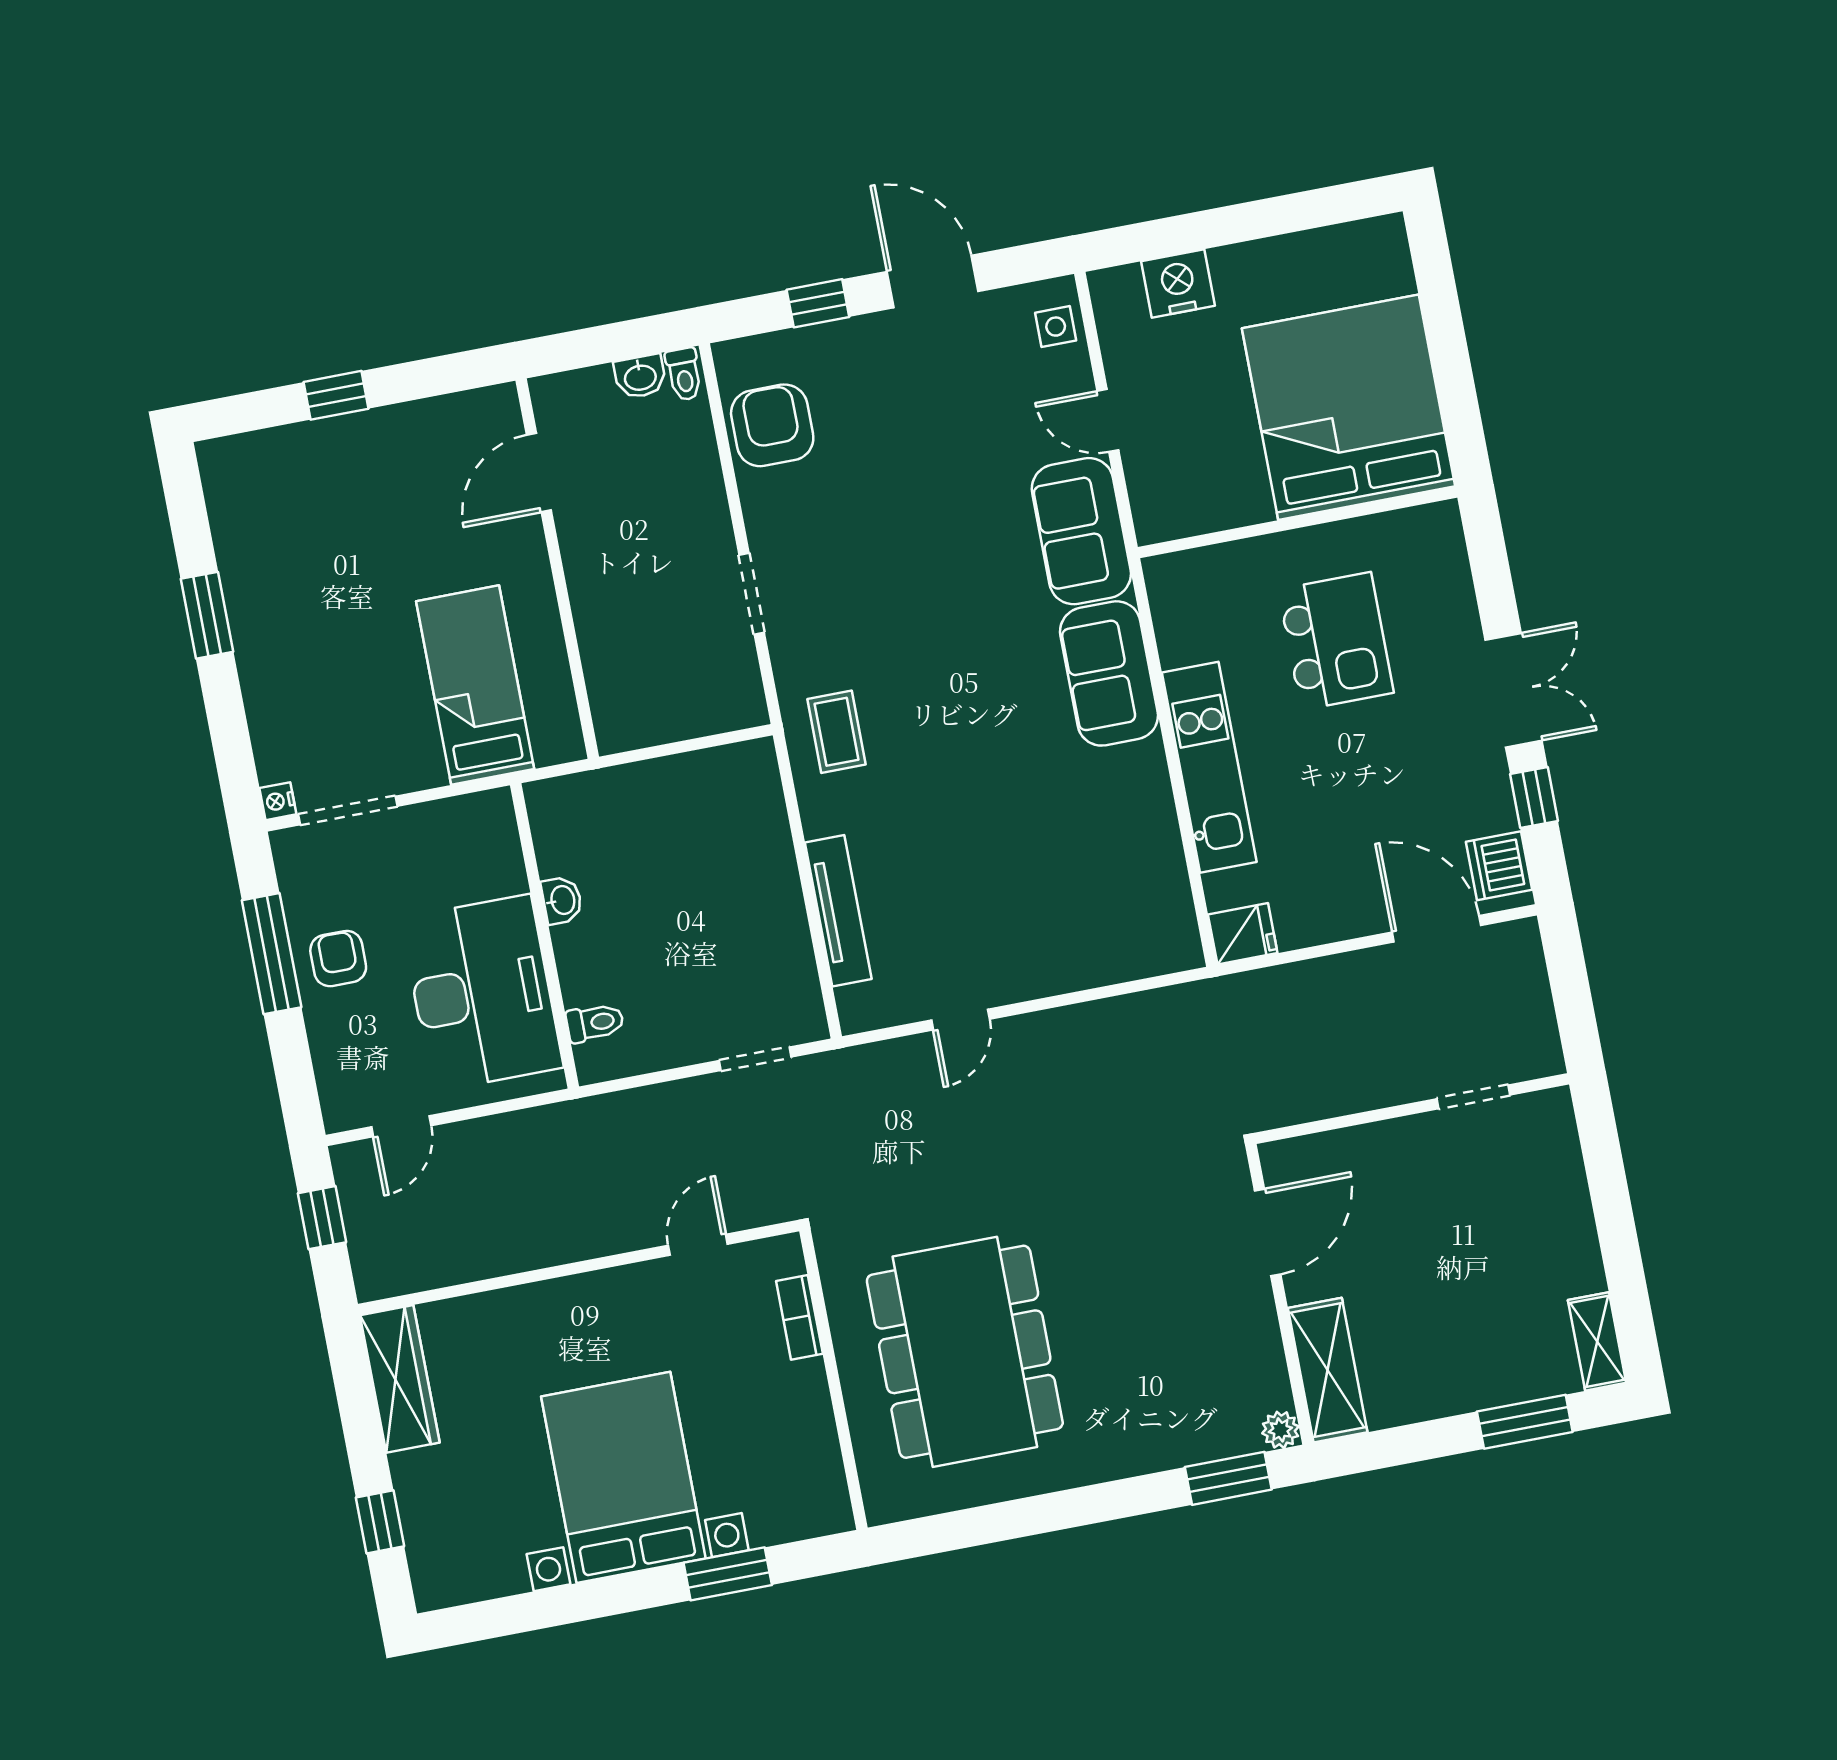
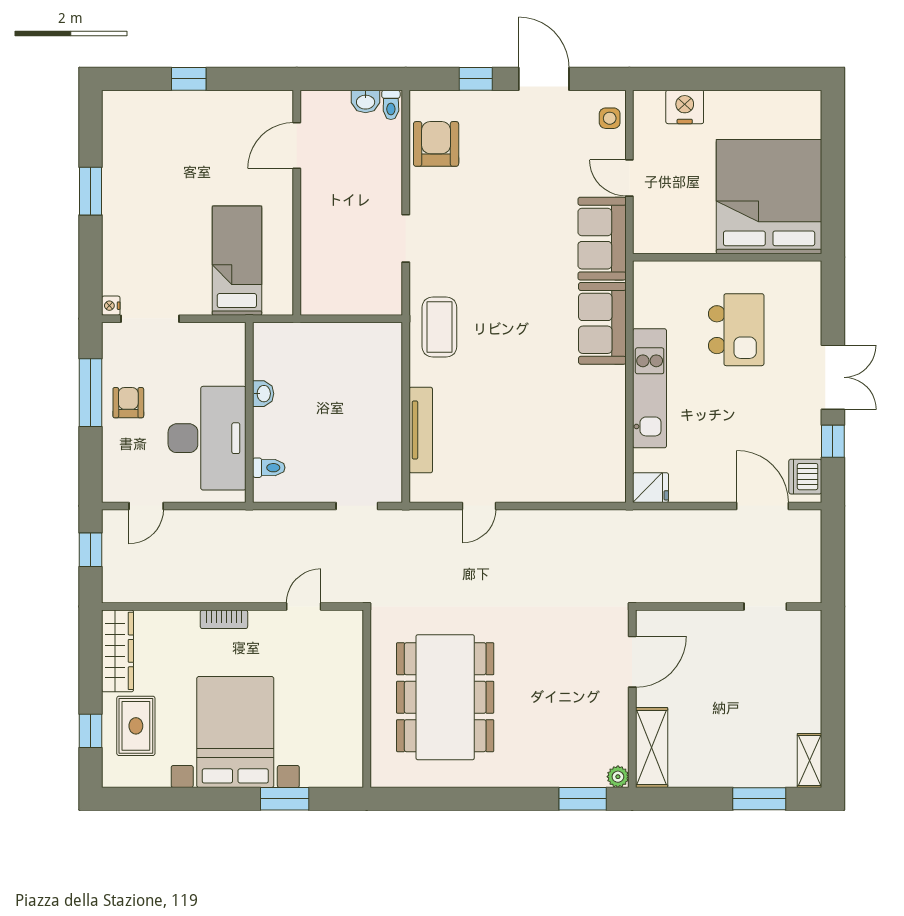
coffee table: (837, 732) -> (439, 327), width x1.36, depth x1.30
bookcase: (799, 1317) -> (224, 619), moved, turned -90
rug: (455, 1499) -> (136, 726), added

